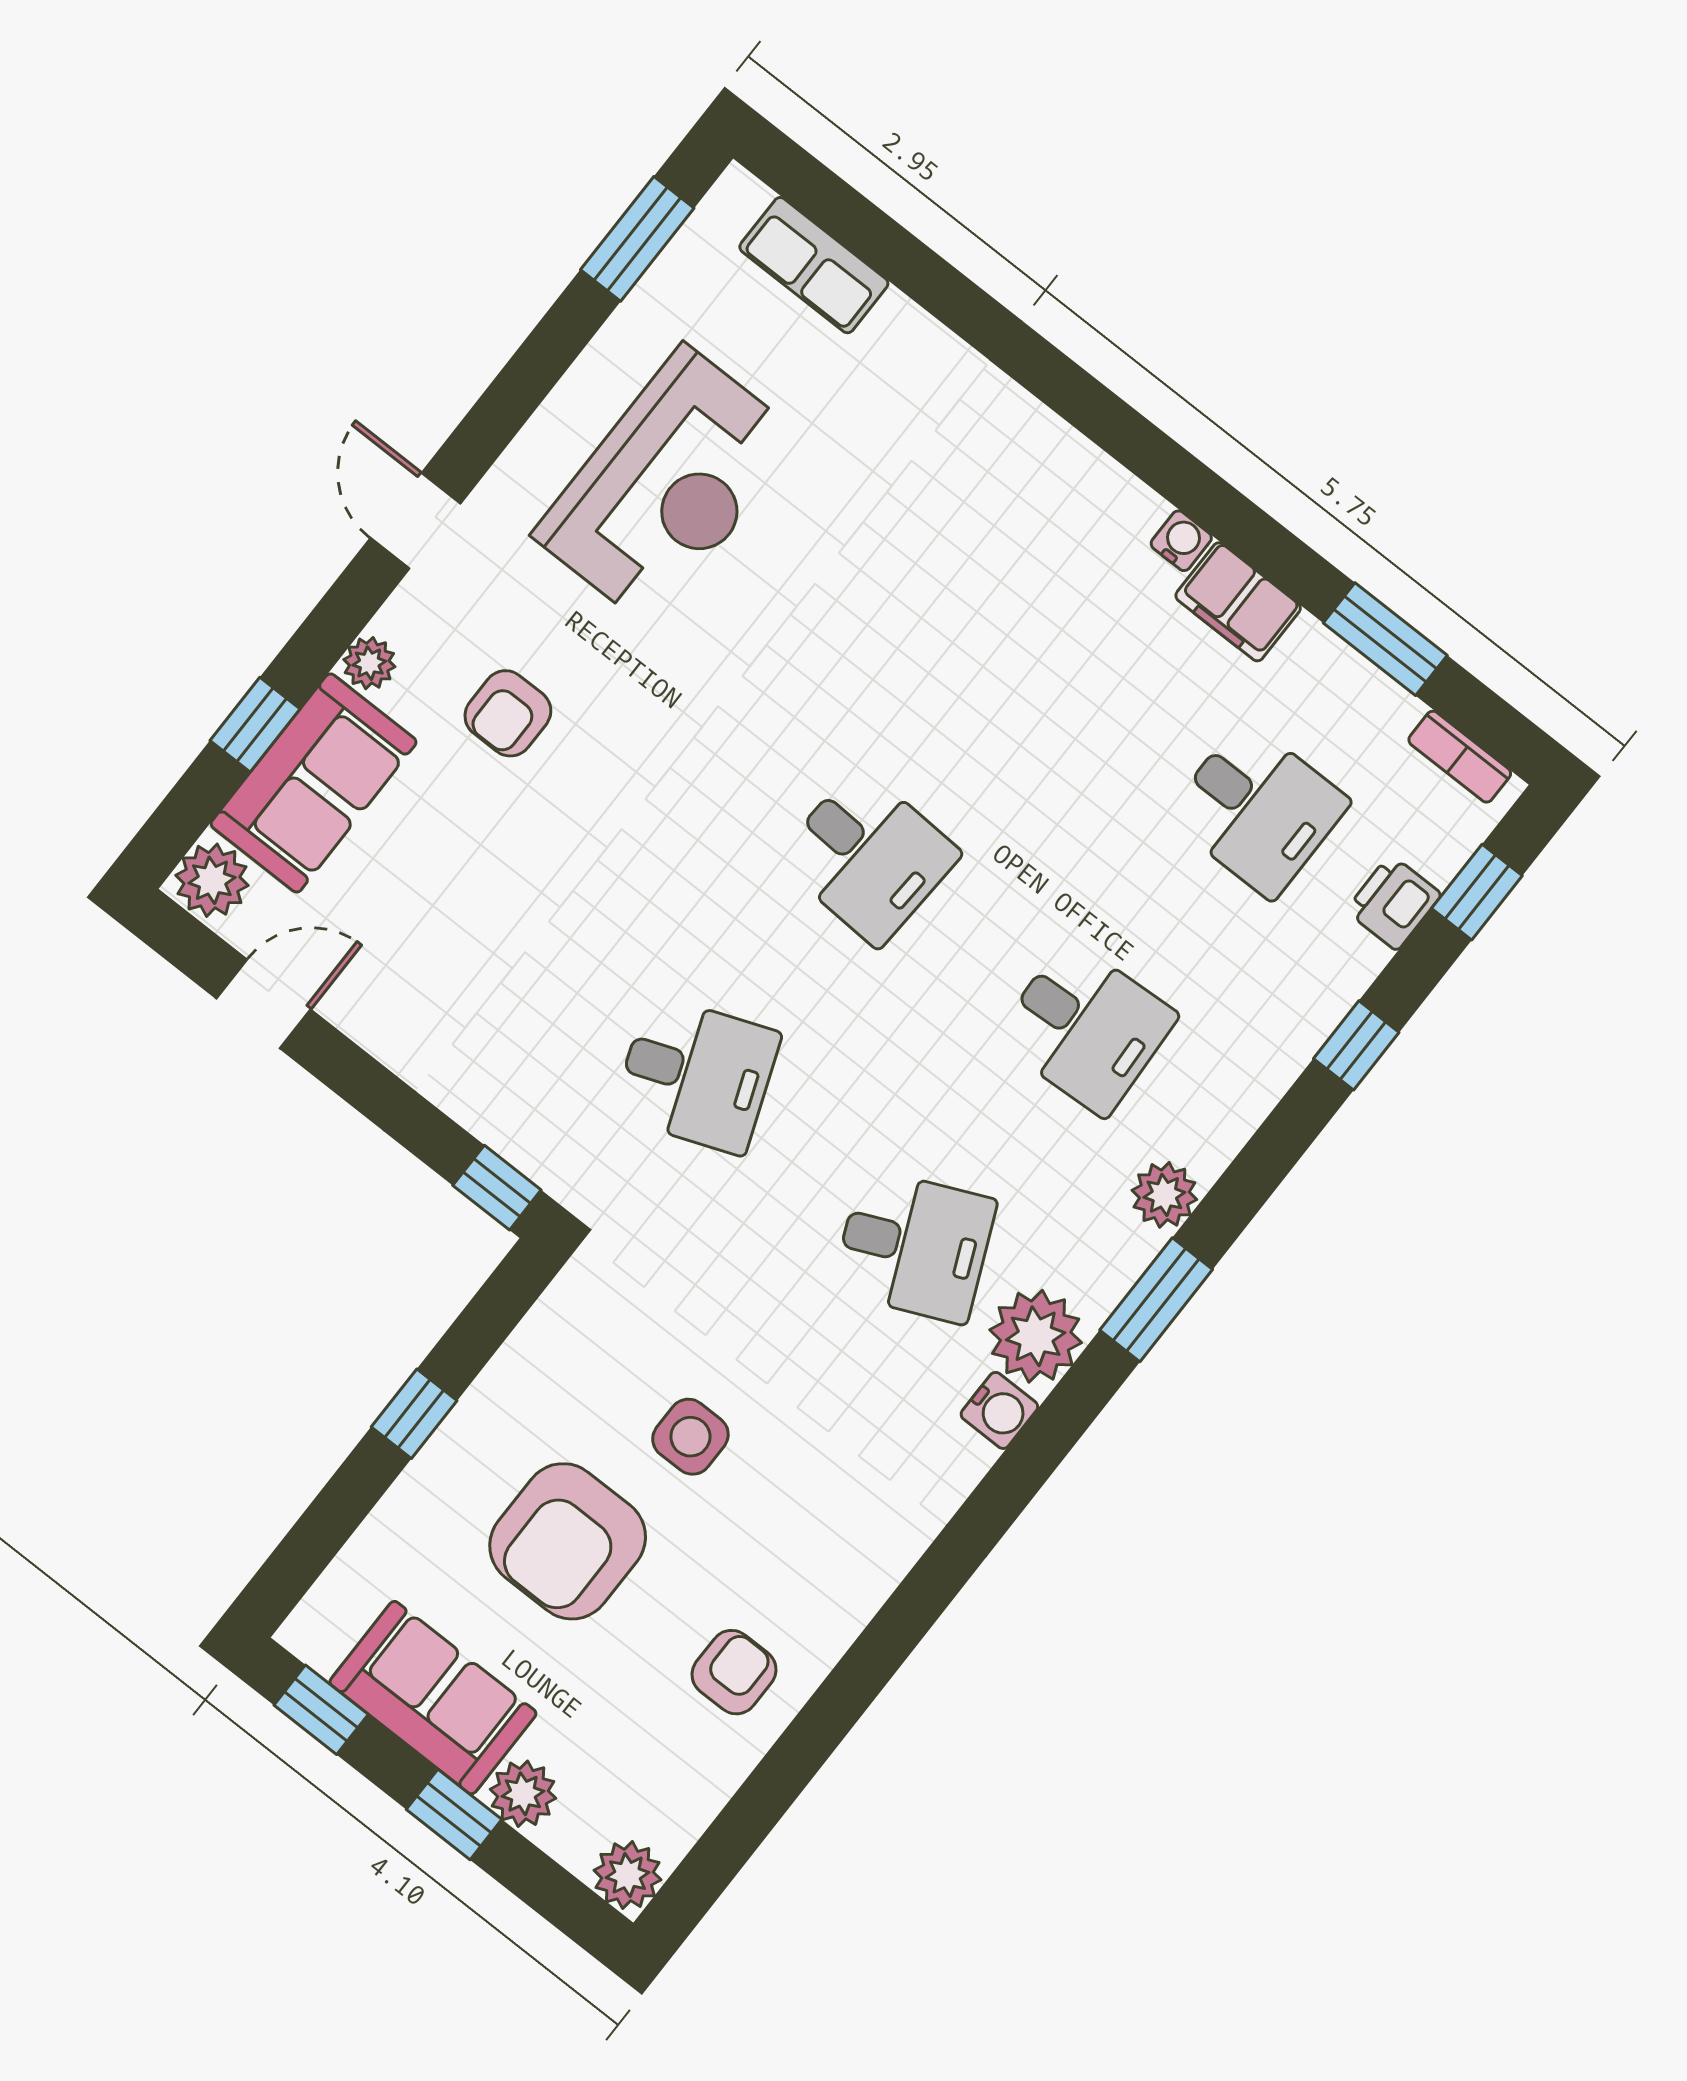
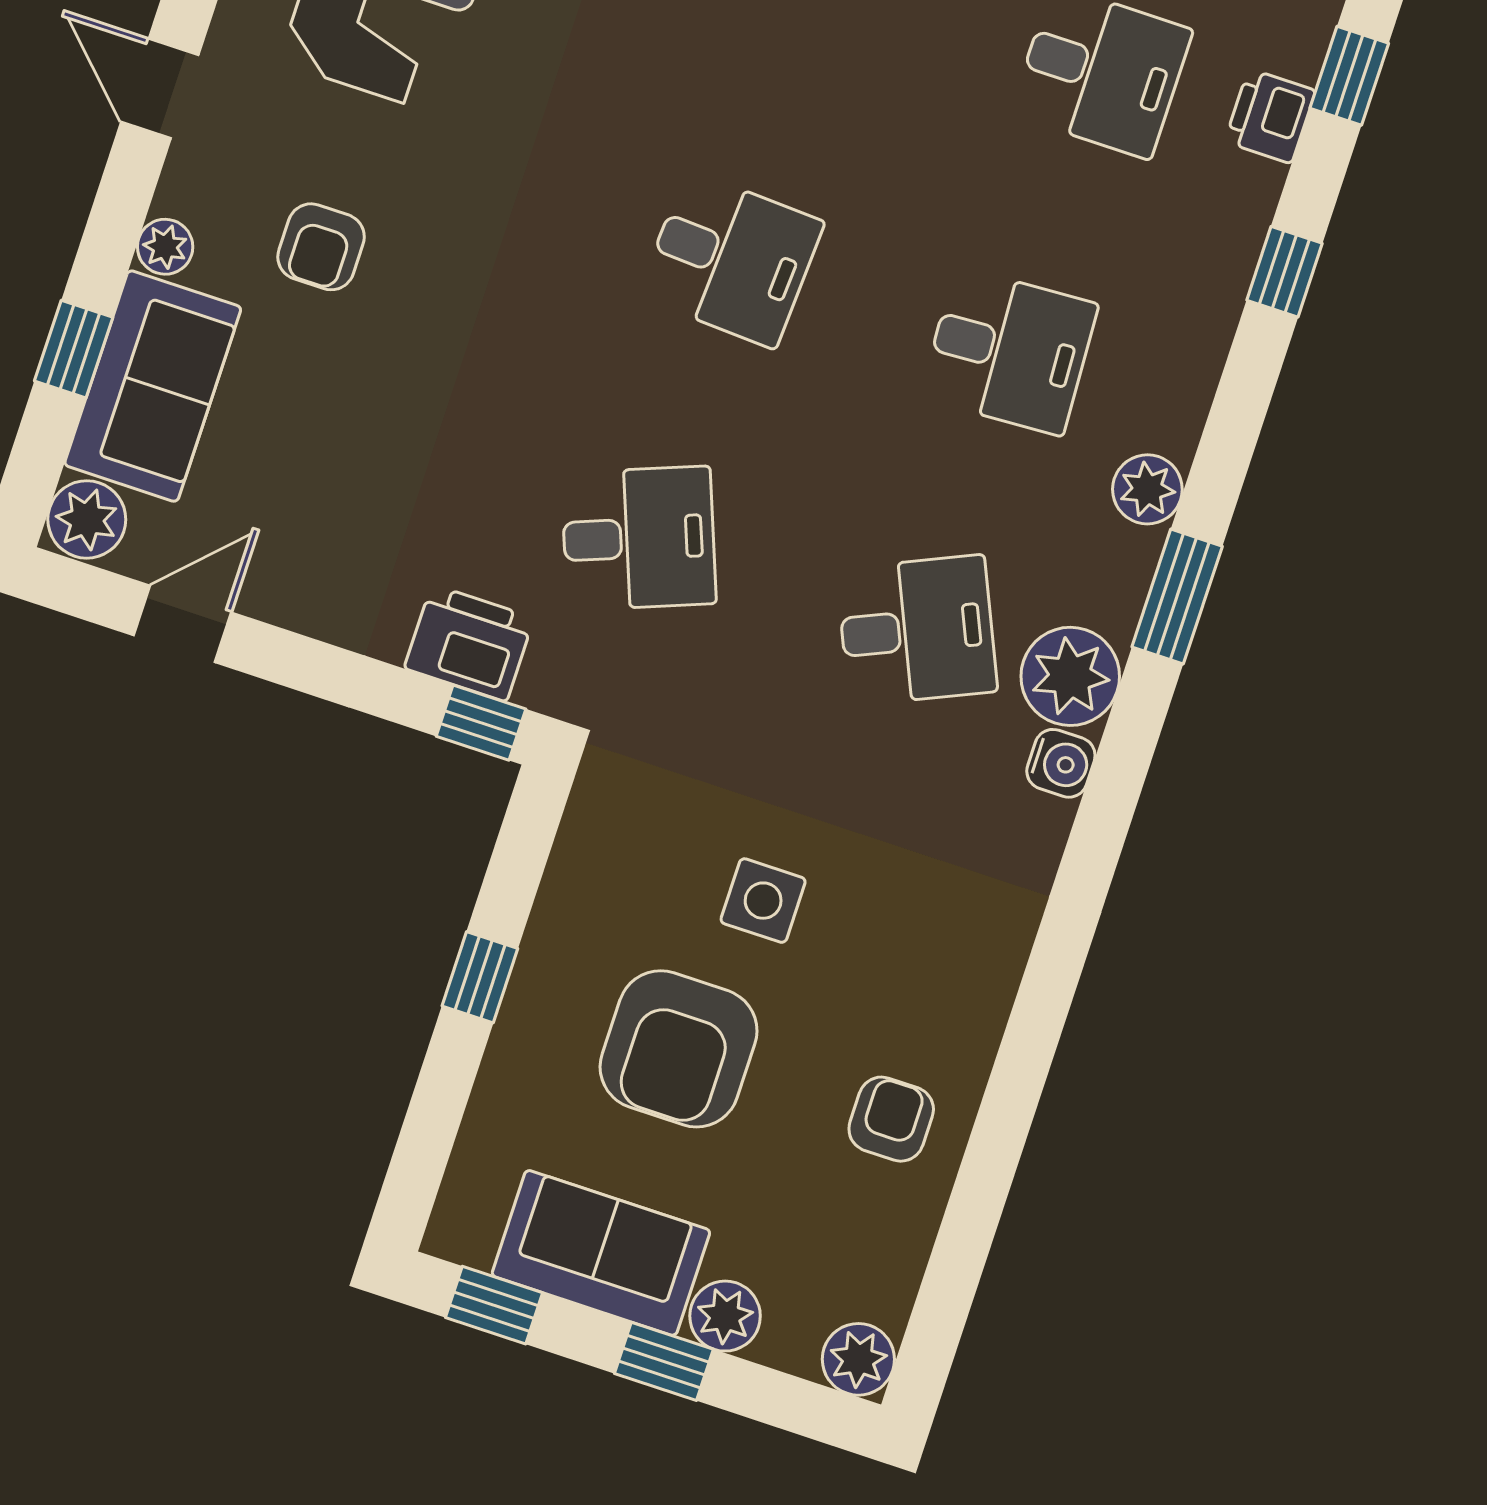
printer: (512, 1113) -> (469, 643), added

